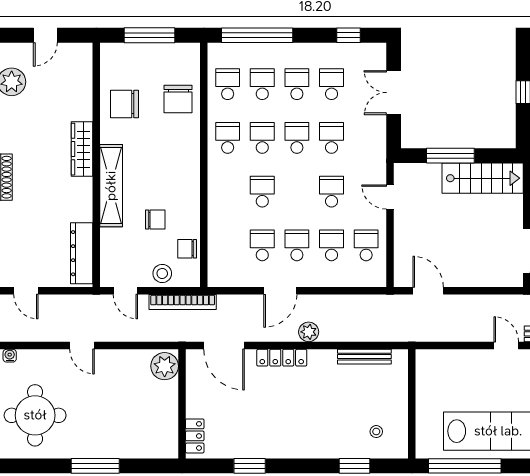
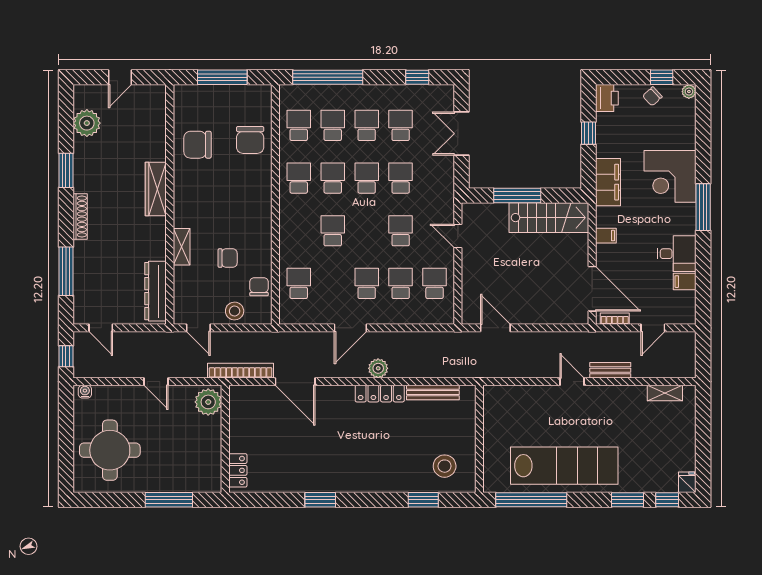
shelving: (111, 186) -> (182, 247), width x0.45, depth x0.75
school desk: (262, 245) -> (299, 283), moved
chair: (187, 249) -> (259, 287), turned 90
bookcase: (183, 302) -> (241, 371), moved, turned 180
locker: (282, 358) -> (380, 394), moved
plant: (165, 366) -> (208, 402), moved
wall: (182, 404) -> (225, 439), moved
stool: (376, 432) -> (445, 466), width x1.89, depth x1.89
locker: (195, 436) -> (238, 470), moved

